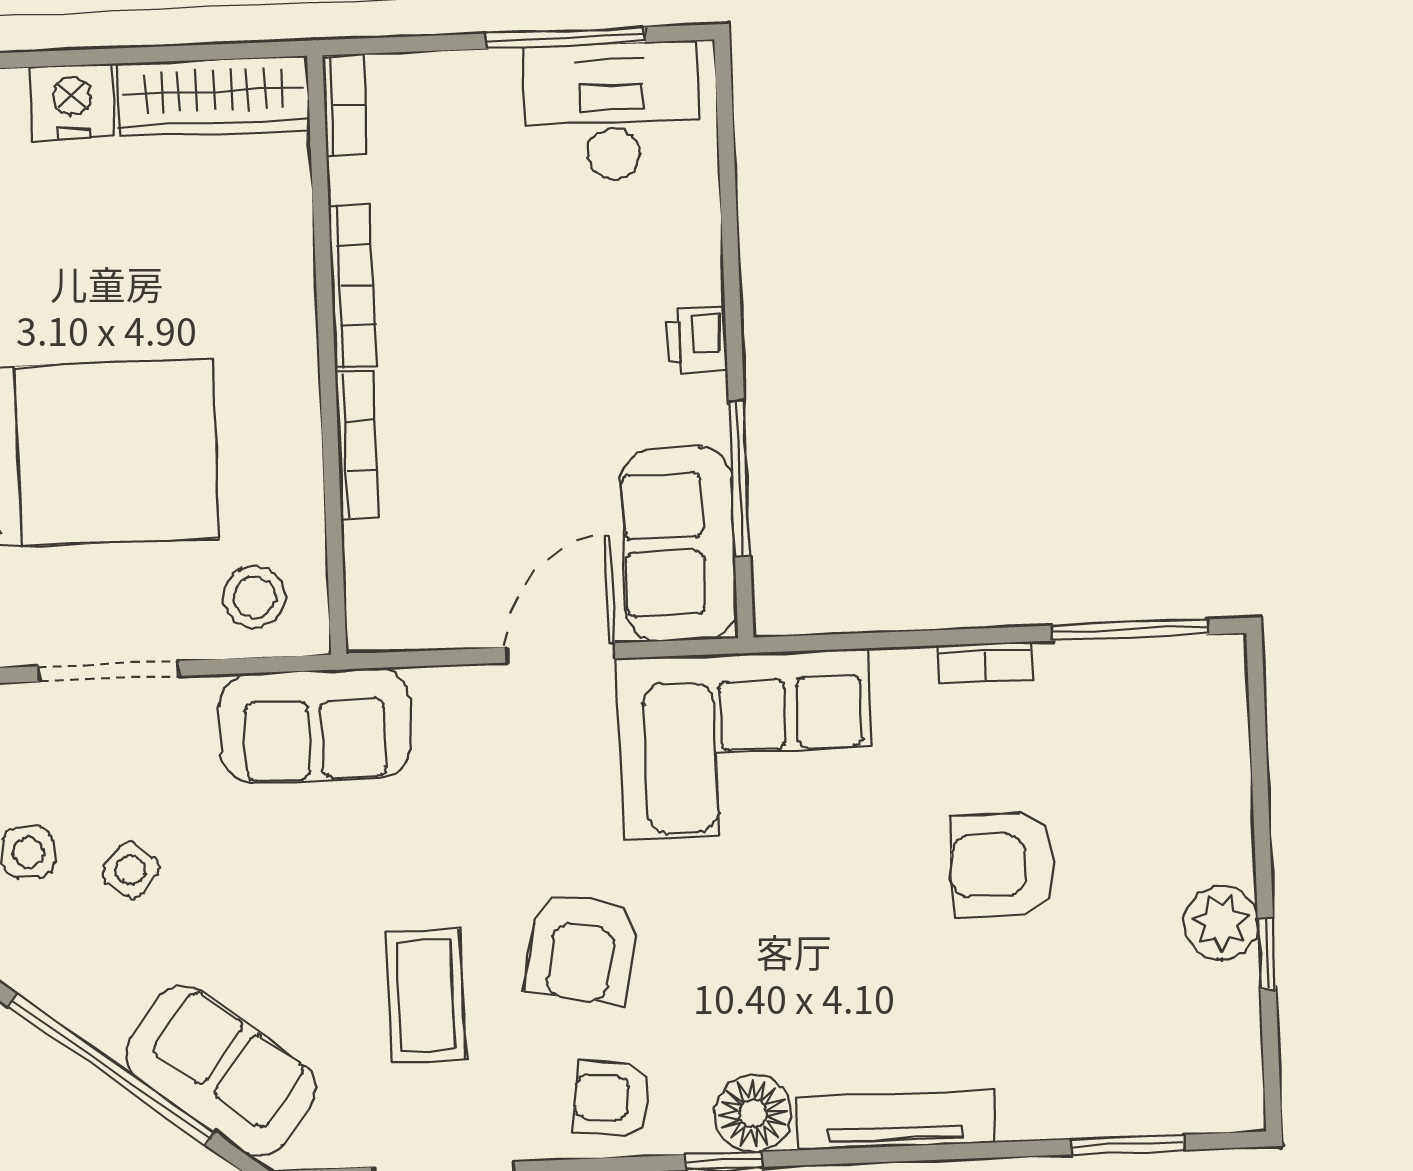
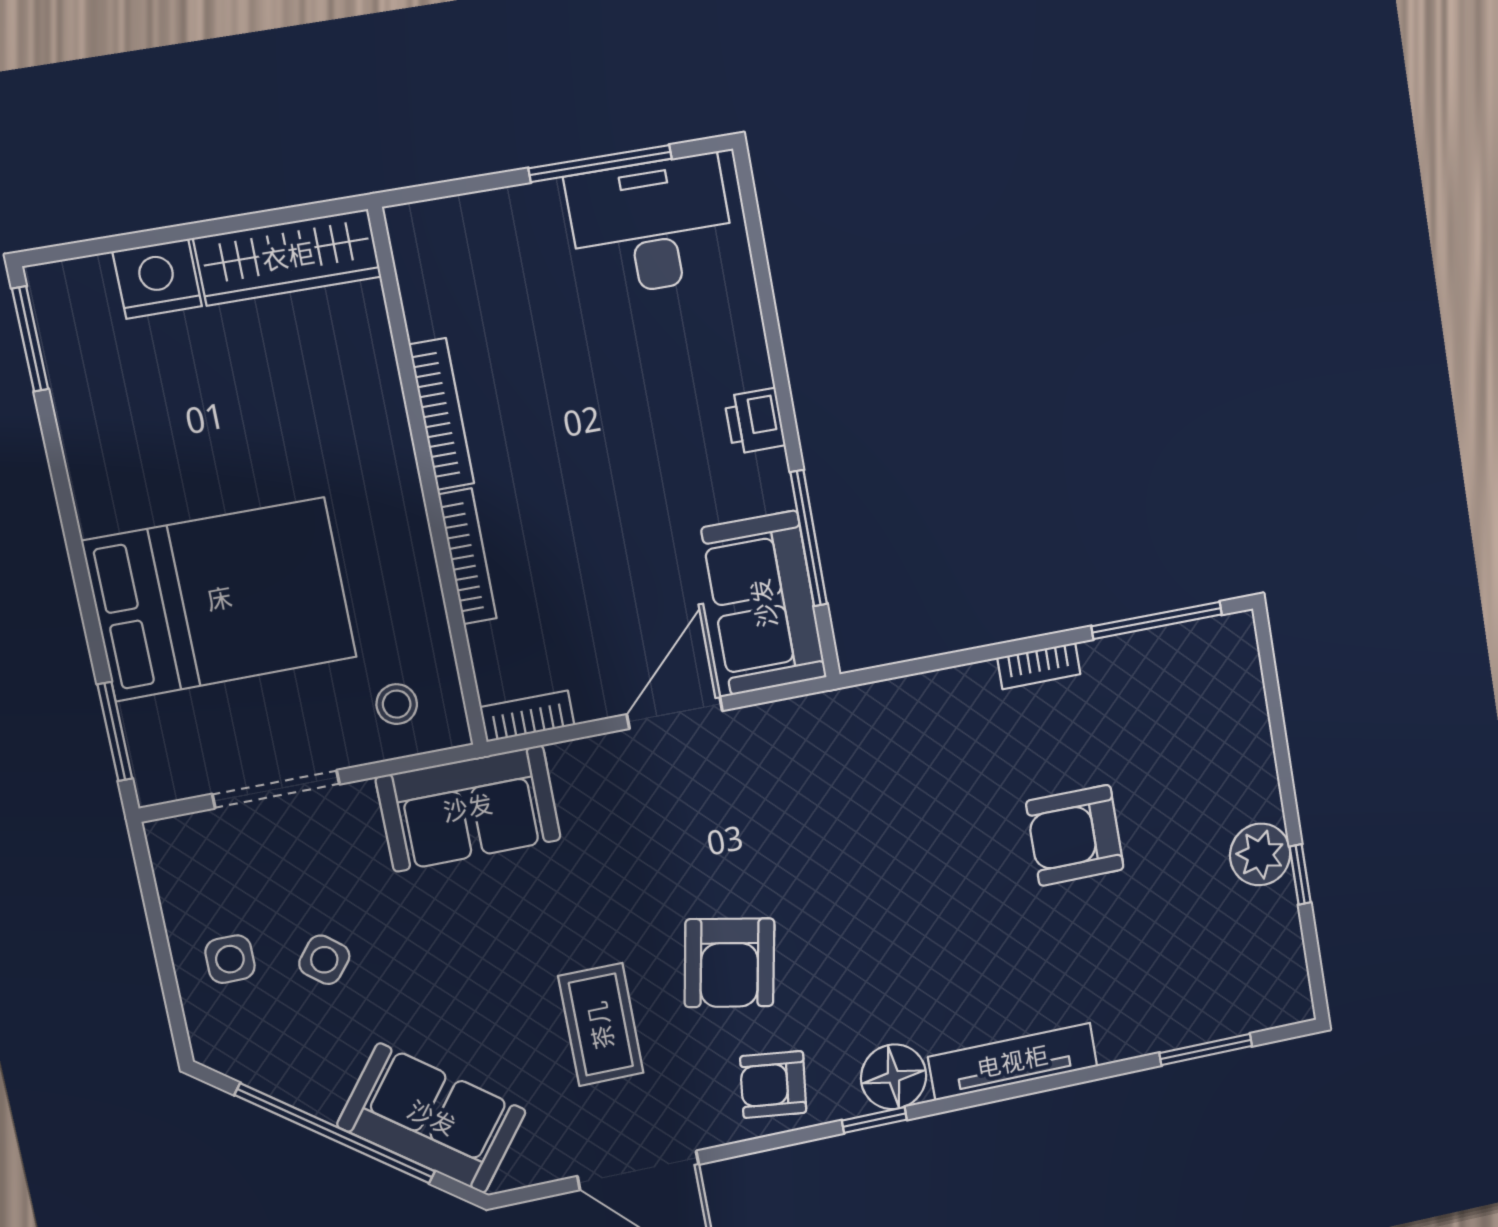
bookcase: (344, 106) -> (527, 716), moved, turned -90
stool: (254, 597) -> (397, 704), width x0.73, depth x0.73
corner sofa: (745, 743) -> (845, 766), removed

